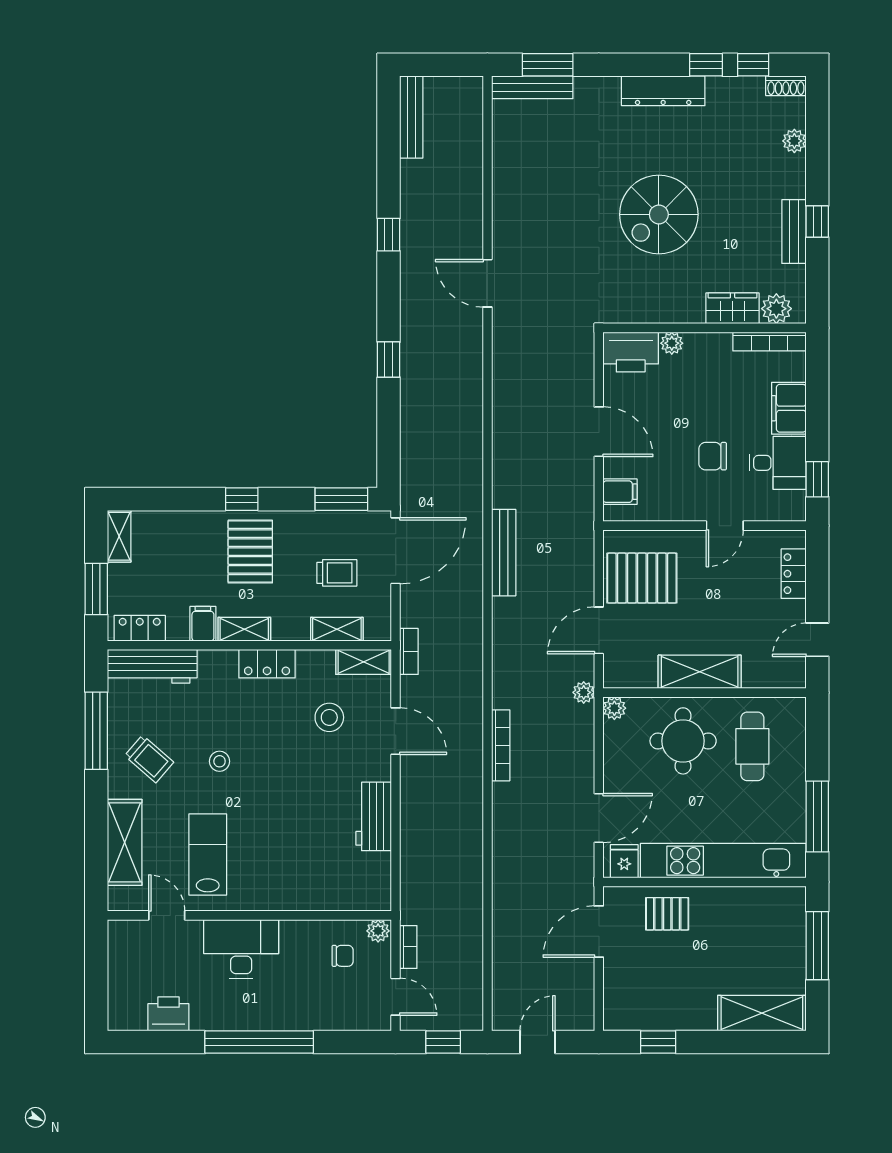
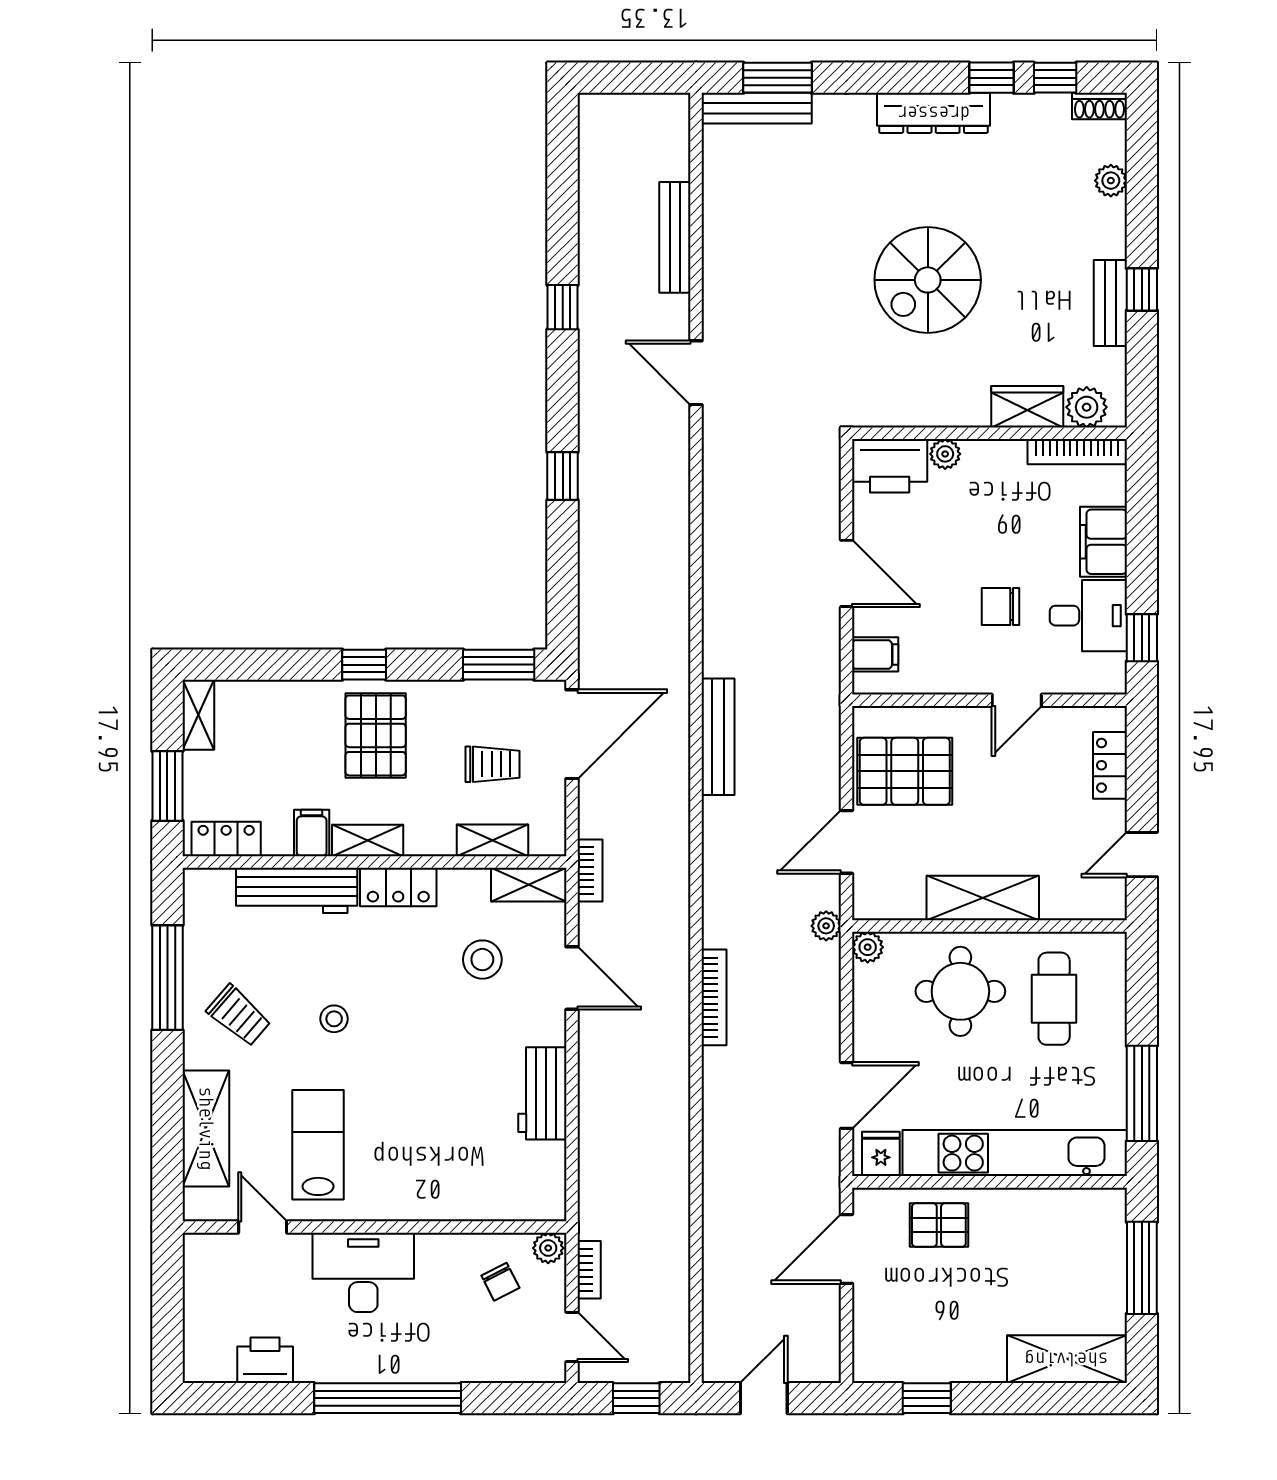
bench: (411, 117) -> (675, 237), moved
workbench: (152, 666) -> (297, 890), moved
chair: (343, 956) -> (500, 1282), turned 63

